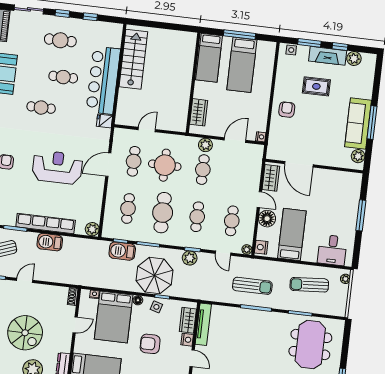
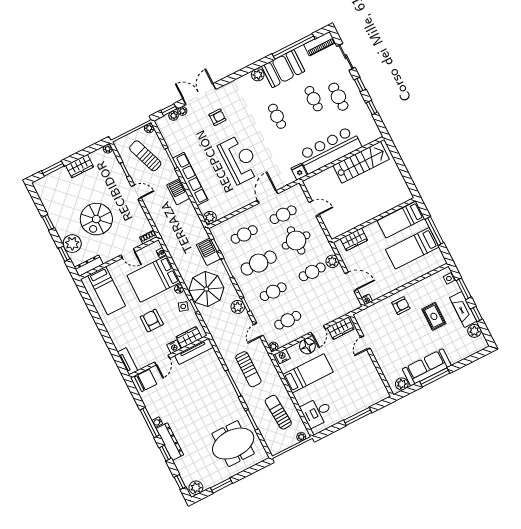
cafe table: (63, 77) -> (314, 99), moved
door: (299, 164) -> (365, 343), width x0.53
door: (108, 165) -> (268, 197), hinge flipped

